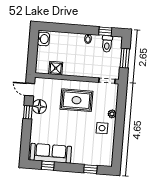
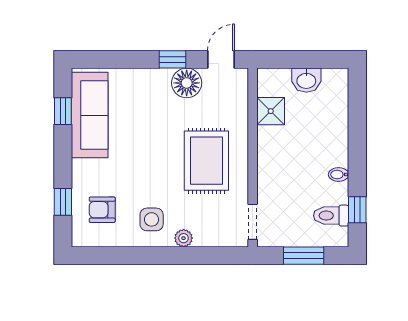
washbasin: (43, 39) -> (306, 80), moved
armchair: (96, 151) -> (102, 210), added

